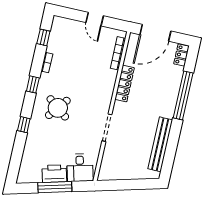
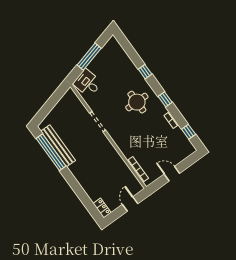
door: (155, 33) -> (130, 204), width x0.53
locker: (125, 84) -> (115, 157), removed
window: (183, 95) -> (51, 152), moved
round table: (58, 108) -> (137, 102), turned -38
printer: (54, 174) -> (98, 64), removed

